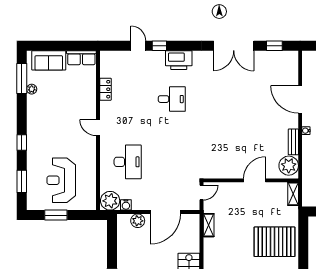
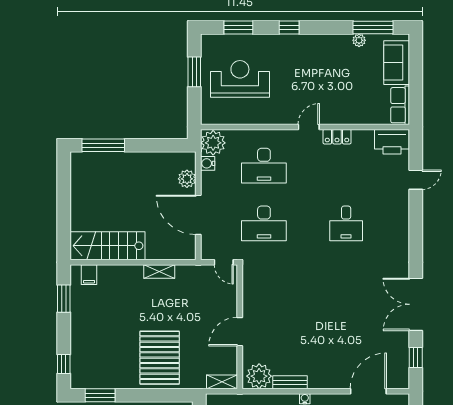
window: (159, 46) -> (416, 207), removed
printer: (179, 60) -> (392, 142), moved, turned -90
locker: (105, 89) -> (337, 137), moved
door: (300, 99) -> (368, 391), moved
desk: (172, 162) -> (264, 223), added
door: (255, 180) -> (240, 332), swing flipped
shelving: (209, 225) -> (159, 272), moved

